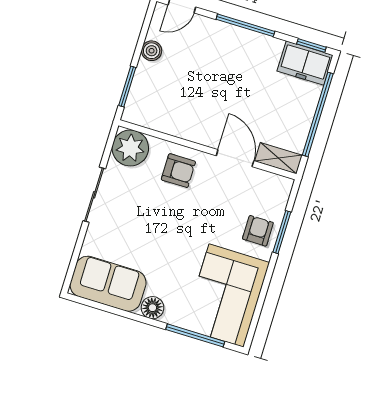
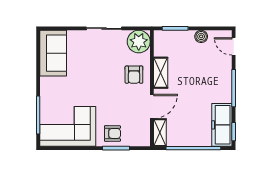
freezer: (305, 63) -> (222, 125), width x1.40
shelving: (188, 129) -> (161, 73), added
floor lamp: (152, 308) -> (47, 84), removed

